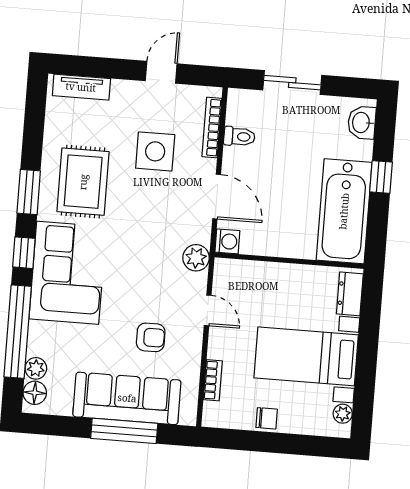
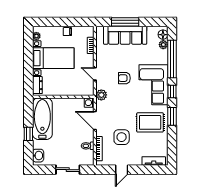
rug: (83, 182) -> (150, 122), turned 90
armchair: (151, 337) -> (124, 78), moved

